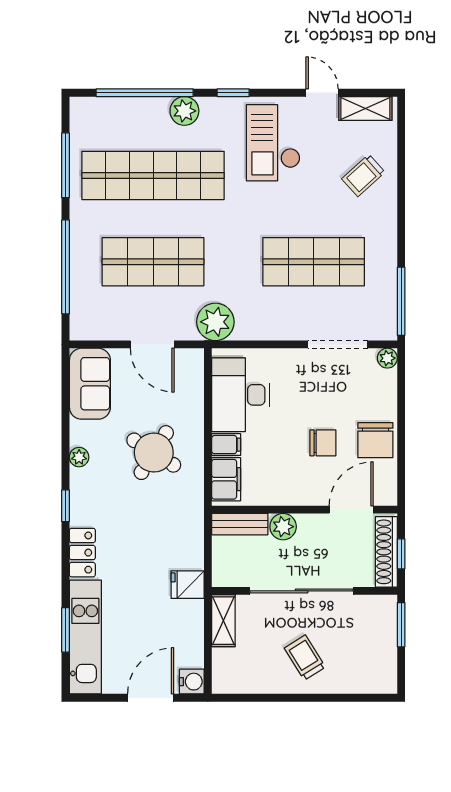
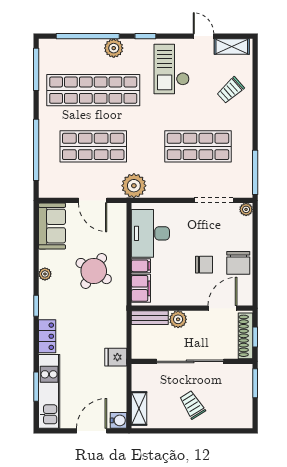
window: (66, 165) -> (36, 69), moved
shelving: (223, 621) -> (139, 408), moved

